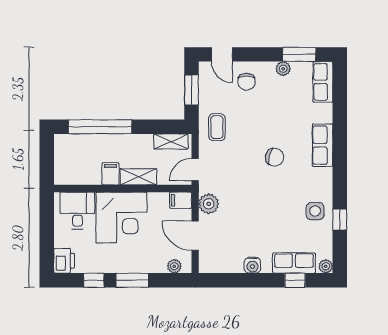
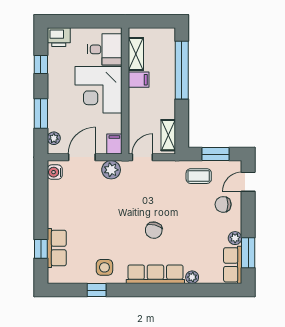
row of seats: (323, 82) -> (233, 265), moved, turned -90
coffee table: (217, 127) -> (199, 176), moved
row of seats: (322, 145) -> (155, 274), width x1.48
door: (195, 170) -> (142, 157), hinge flipped
shelving: (138, 177) -> (136, 54), moved
water cooler: (252, 265) -> (55, 172), moved
plant: (326, 266) -> (192, 277), moved
window: (132, 280) -> (41, 114), moved

